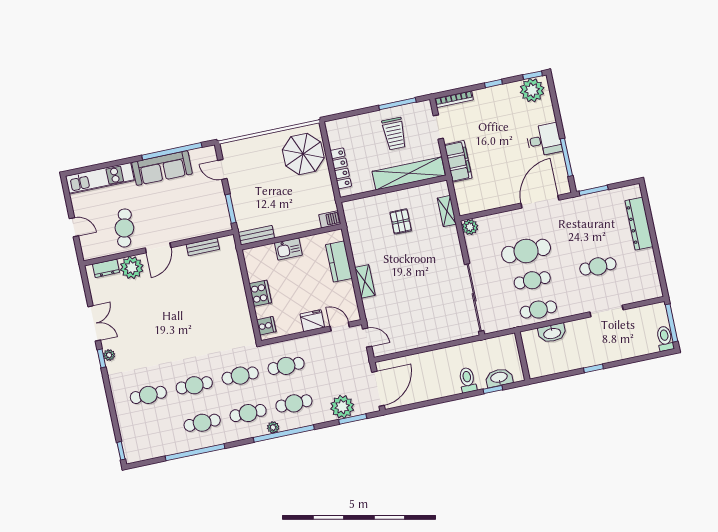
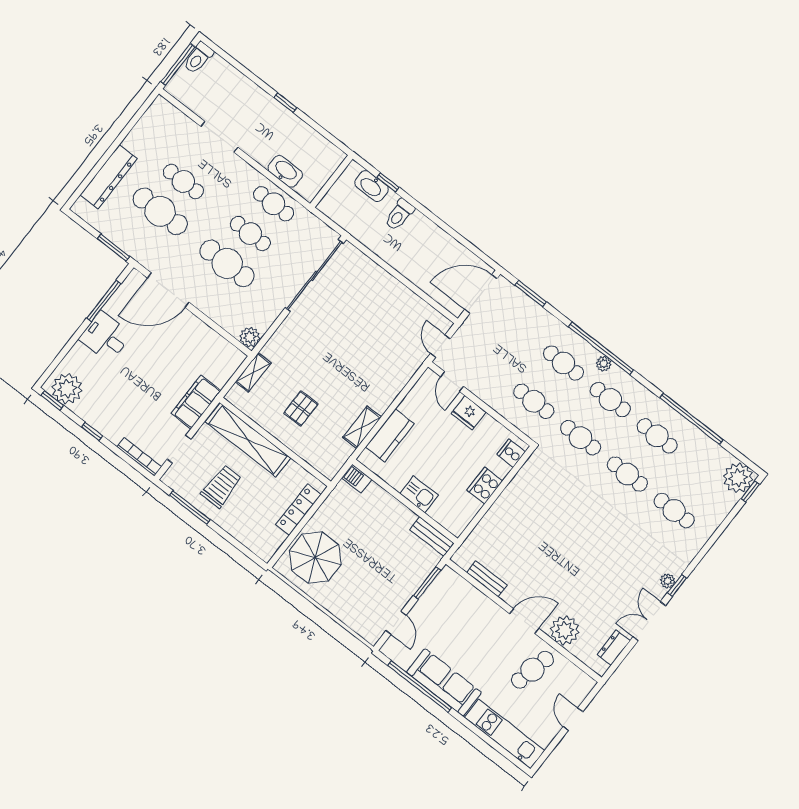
cafe table: (592, 237) -> (160, 211), added
dresser: (106, 268) -> (614, 648), moved, turned -90
shelving: (365, 281) -> (362, 427), moved
plant: (342, 407) -> (738, 478), moved

